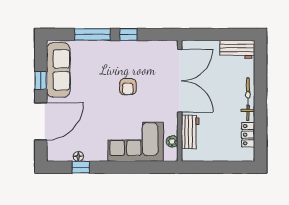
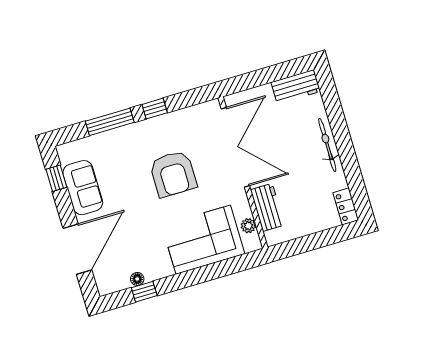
sofa: (58, 70) -> (83, 188), width x0.73
window: (41, 81) -> (56, 178), moved
armchair: (128, 87) -> (173, 174), width x1.88, depth x1.88
locker: (248, 135) -> (346, 206), moved

